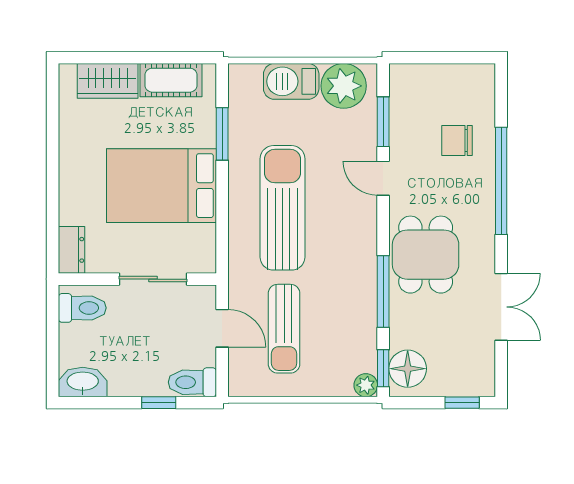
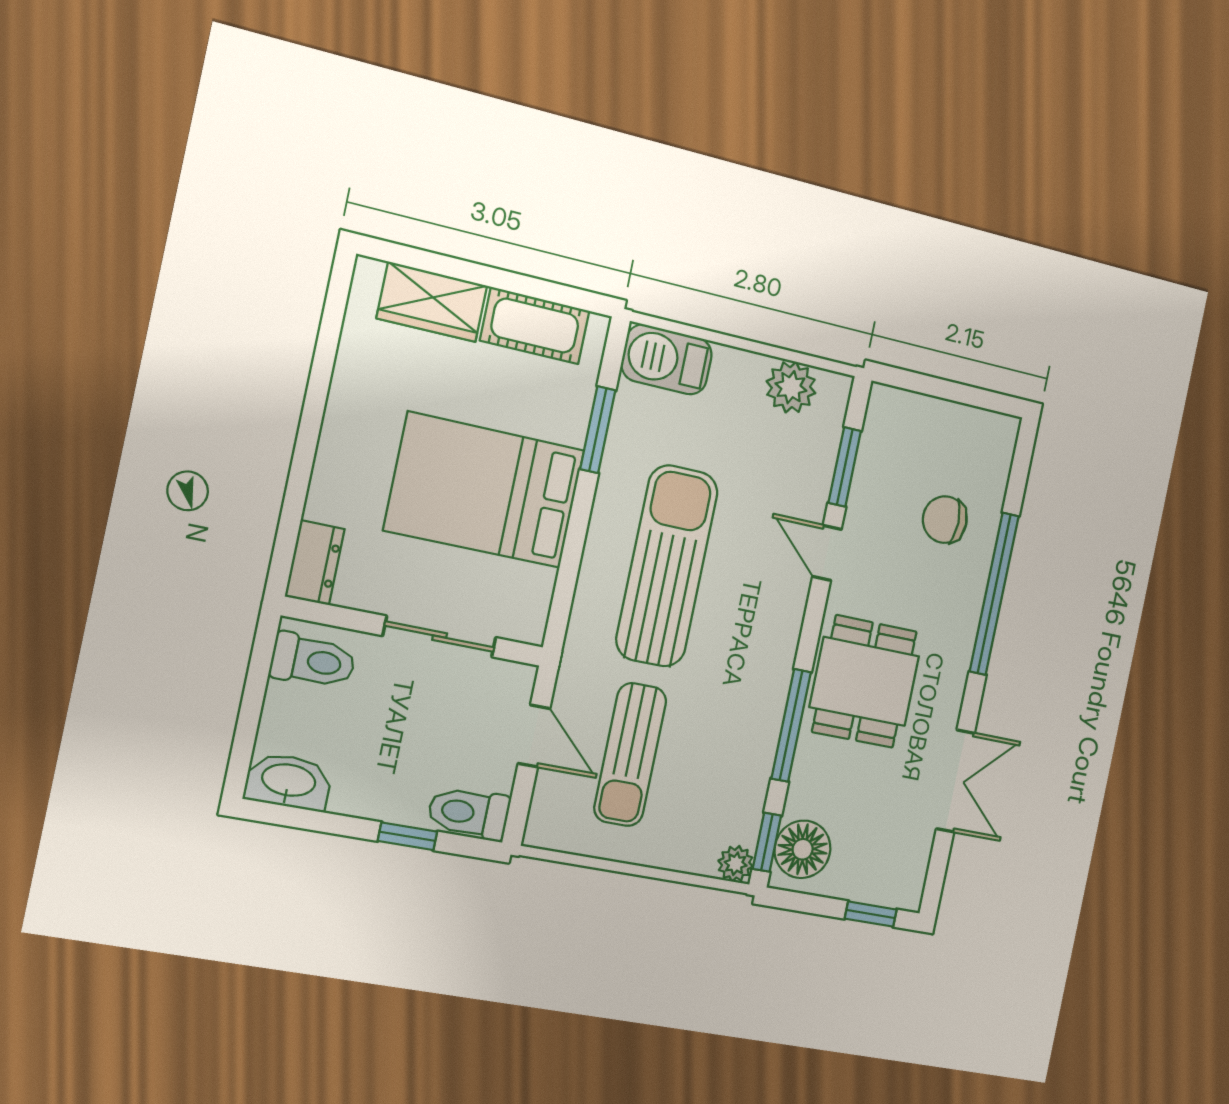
barbecue: (291, 81) -> (667, 360), moved
plant: (344, 86) -> (791, 387), width x0.73, depth x0.73

